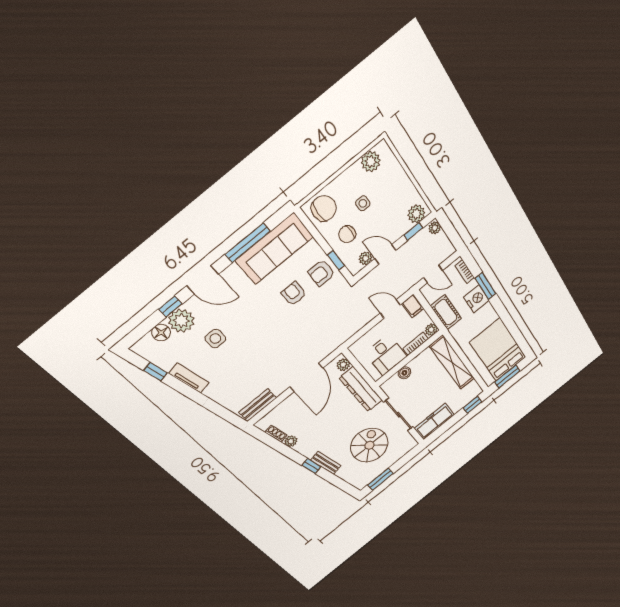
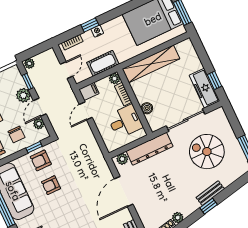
plant: (416, 214) -> (23, 95), moved
armchair: (321, 273) -> (41, 160), turned 90
window: (485, 286) -> (90, 25), width x0.67
nightstand: (476, 299) -> (97, 31), width x0.53, depth x0.56
door: (306, 377) -> (124, 191), swing flipped
window: (472, 405) -> (214, 80), moved

